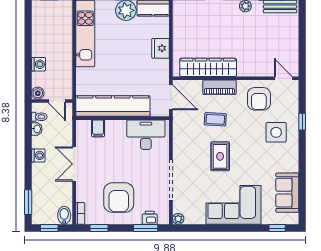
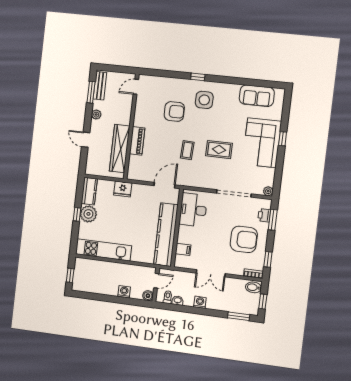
wardrobe: (208, 67) -> (120, 149), moved
wall: (236, 78) -> (131, 127), moved
door: (283, 78) -> (136, 87), moved
piano: (219, 87) -> (137, 141), moved
window: (277, 228) -> (283, 139), moved

